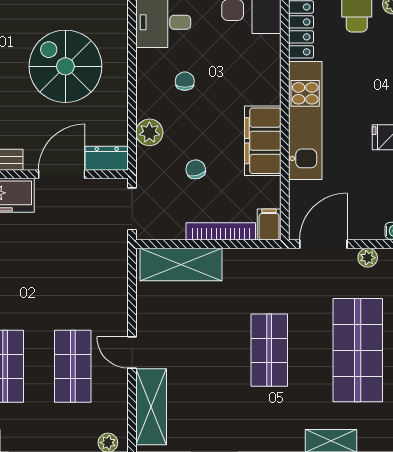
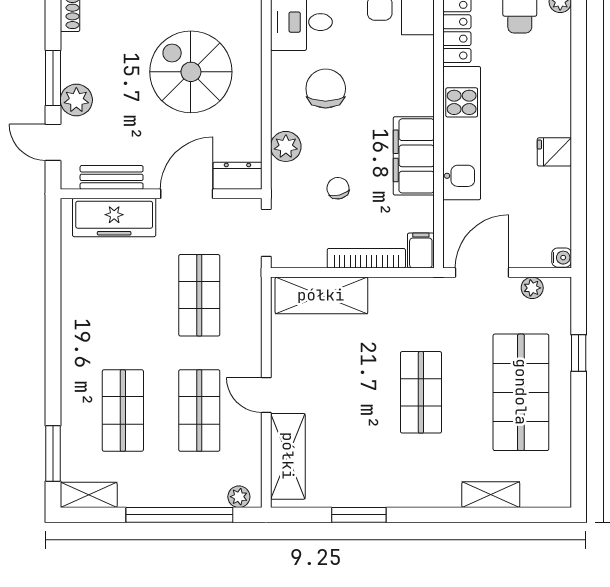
chair: (185, 81) -> (326, 89), width x1.87, depth x1.87
shop shelf: (73, 264) -> (199, 295), added

